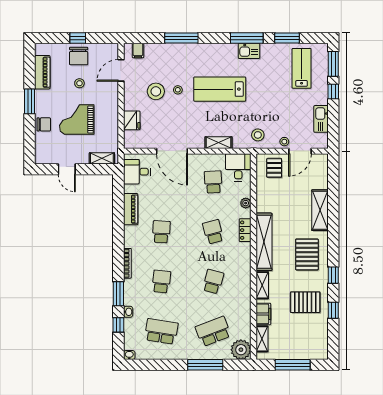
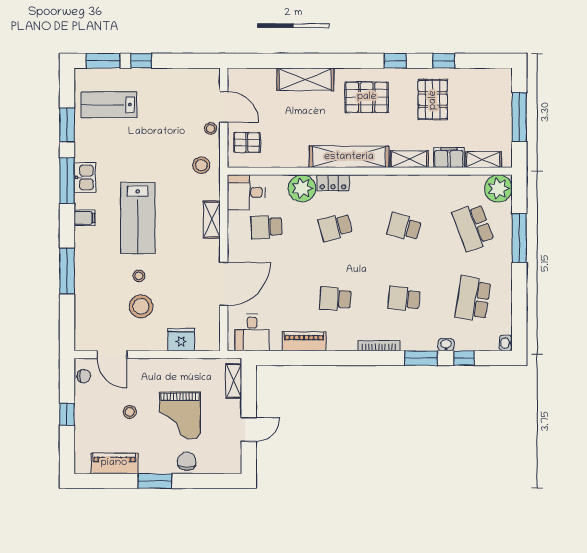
filing cabinet: (138, 51) -> (84, 218), moved
chair: (79, 56) -> (84, 376), moved, width x0.54, depth x0.54
kitchen sink: (321, 119) -> (179, 78), removed
plant: (246, 203) -> (302, 188), width x1.87, depth x1.87

